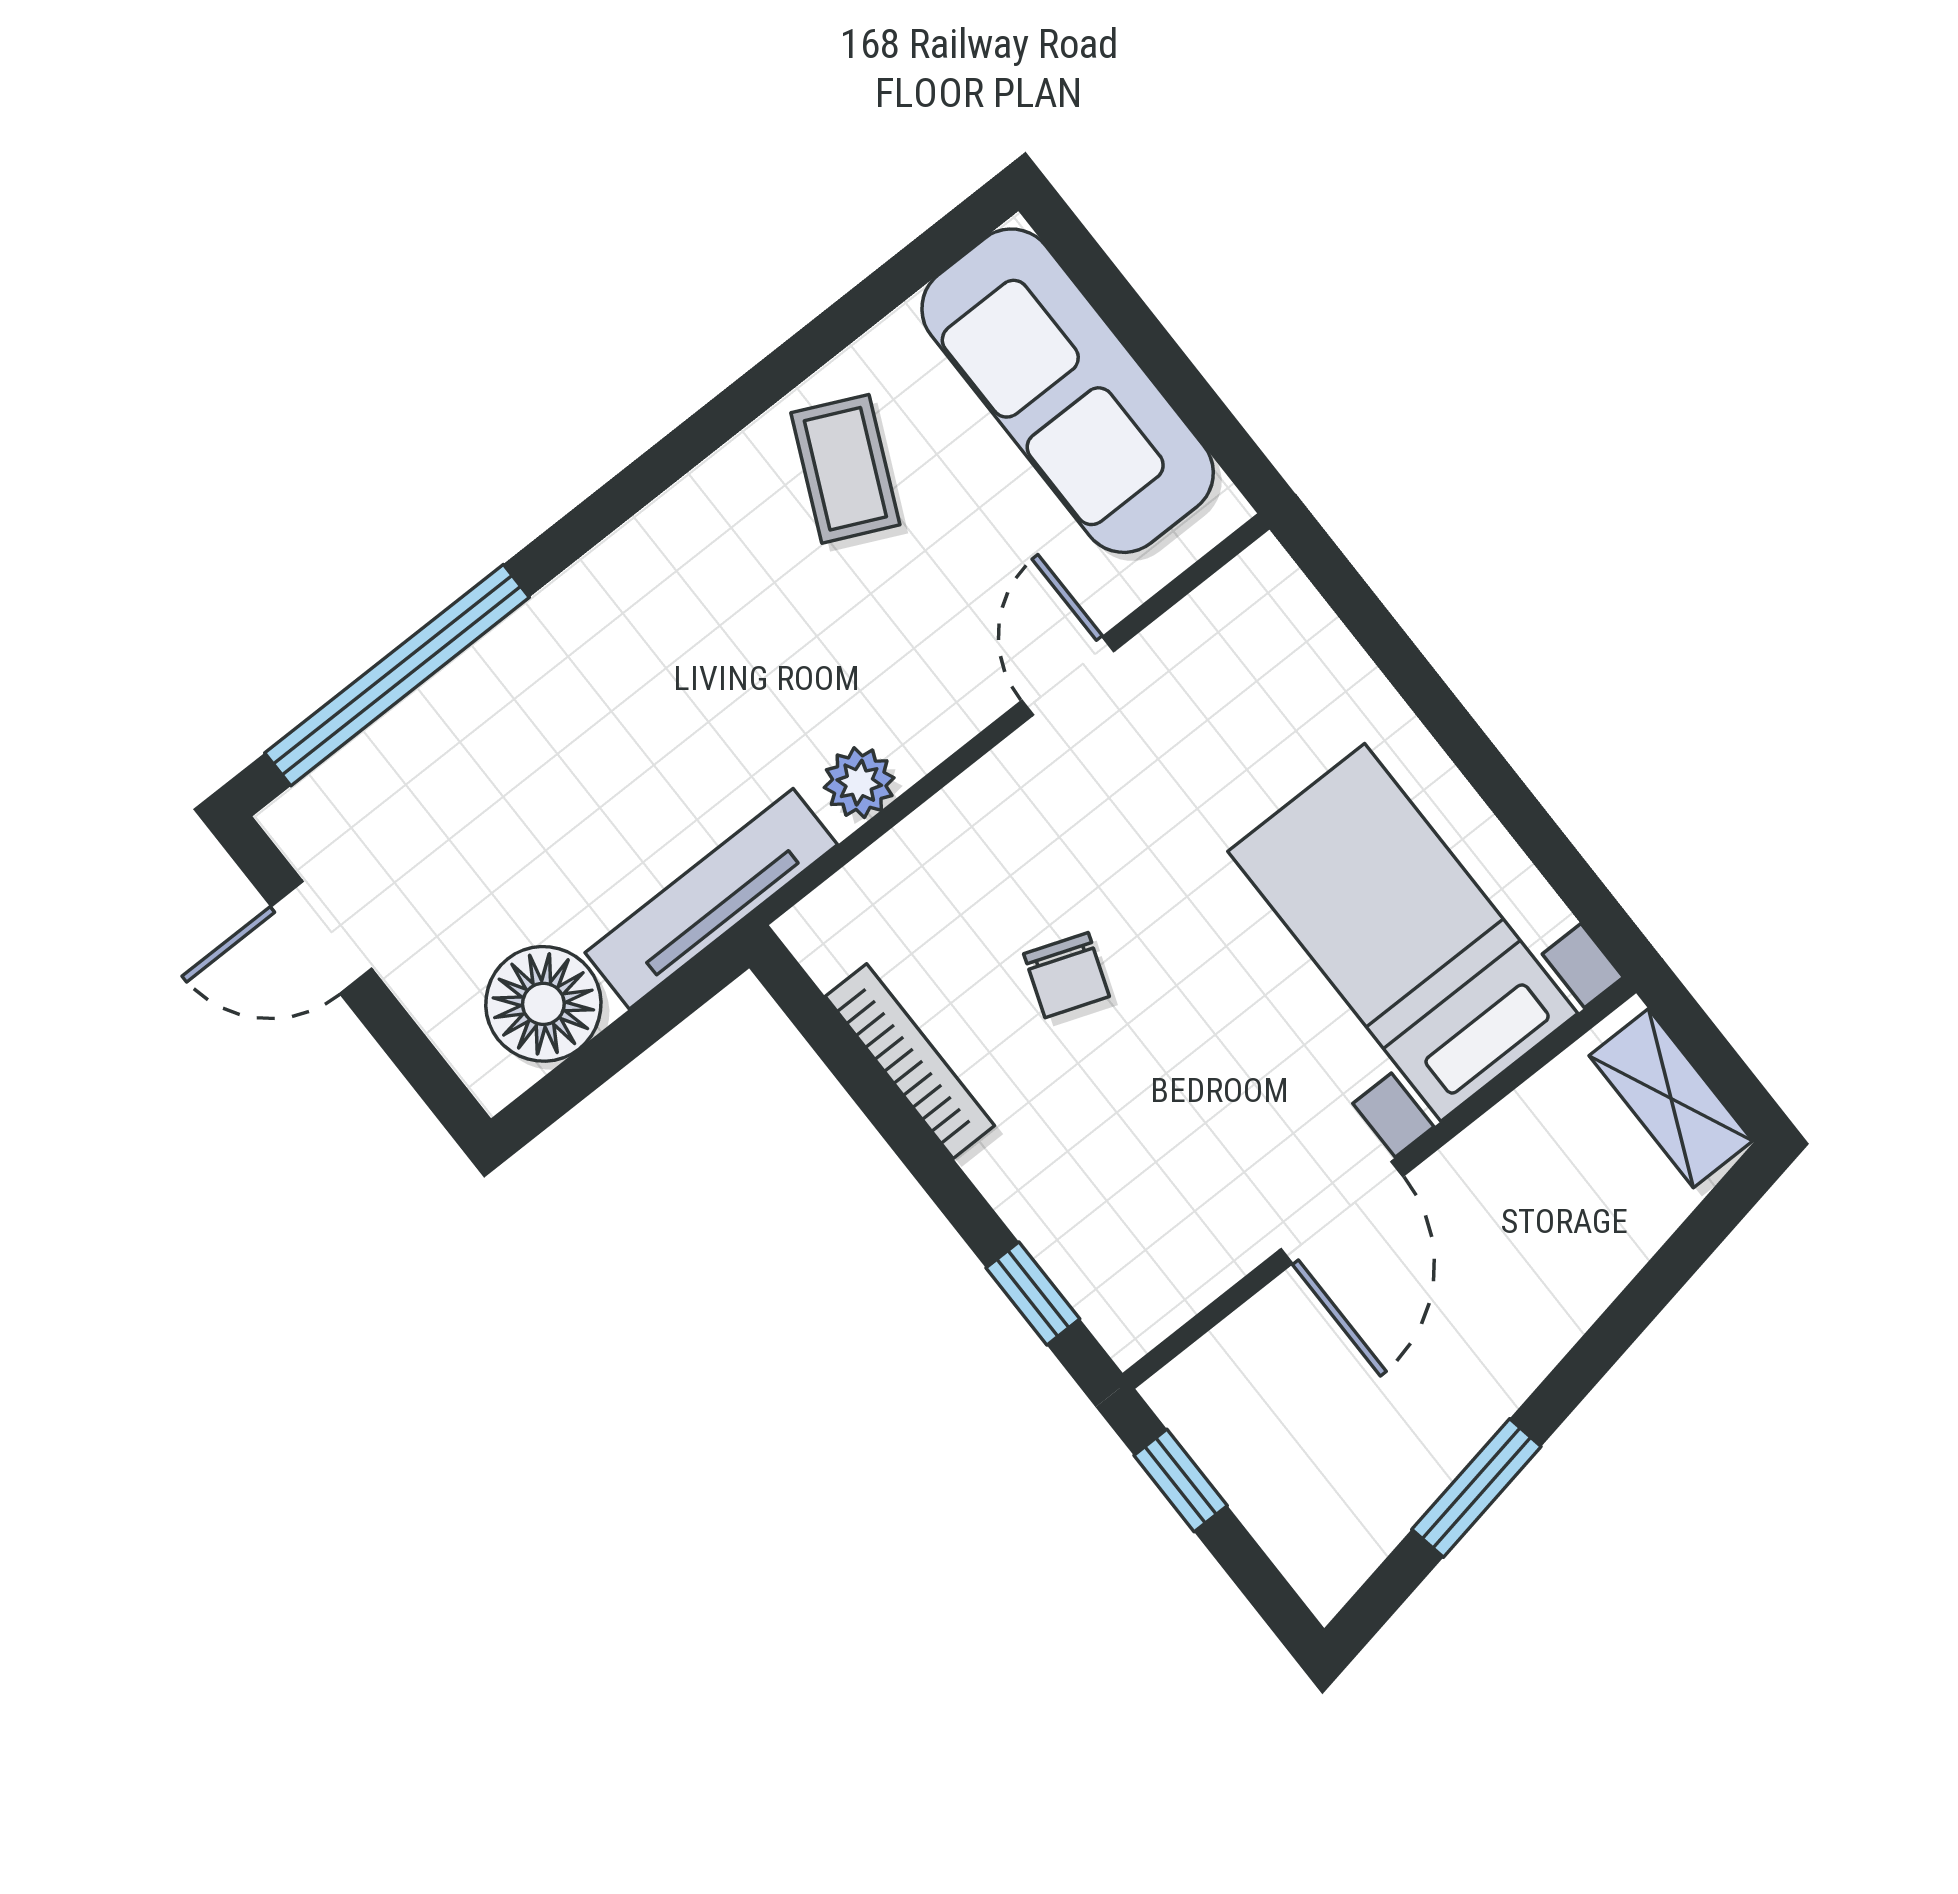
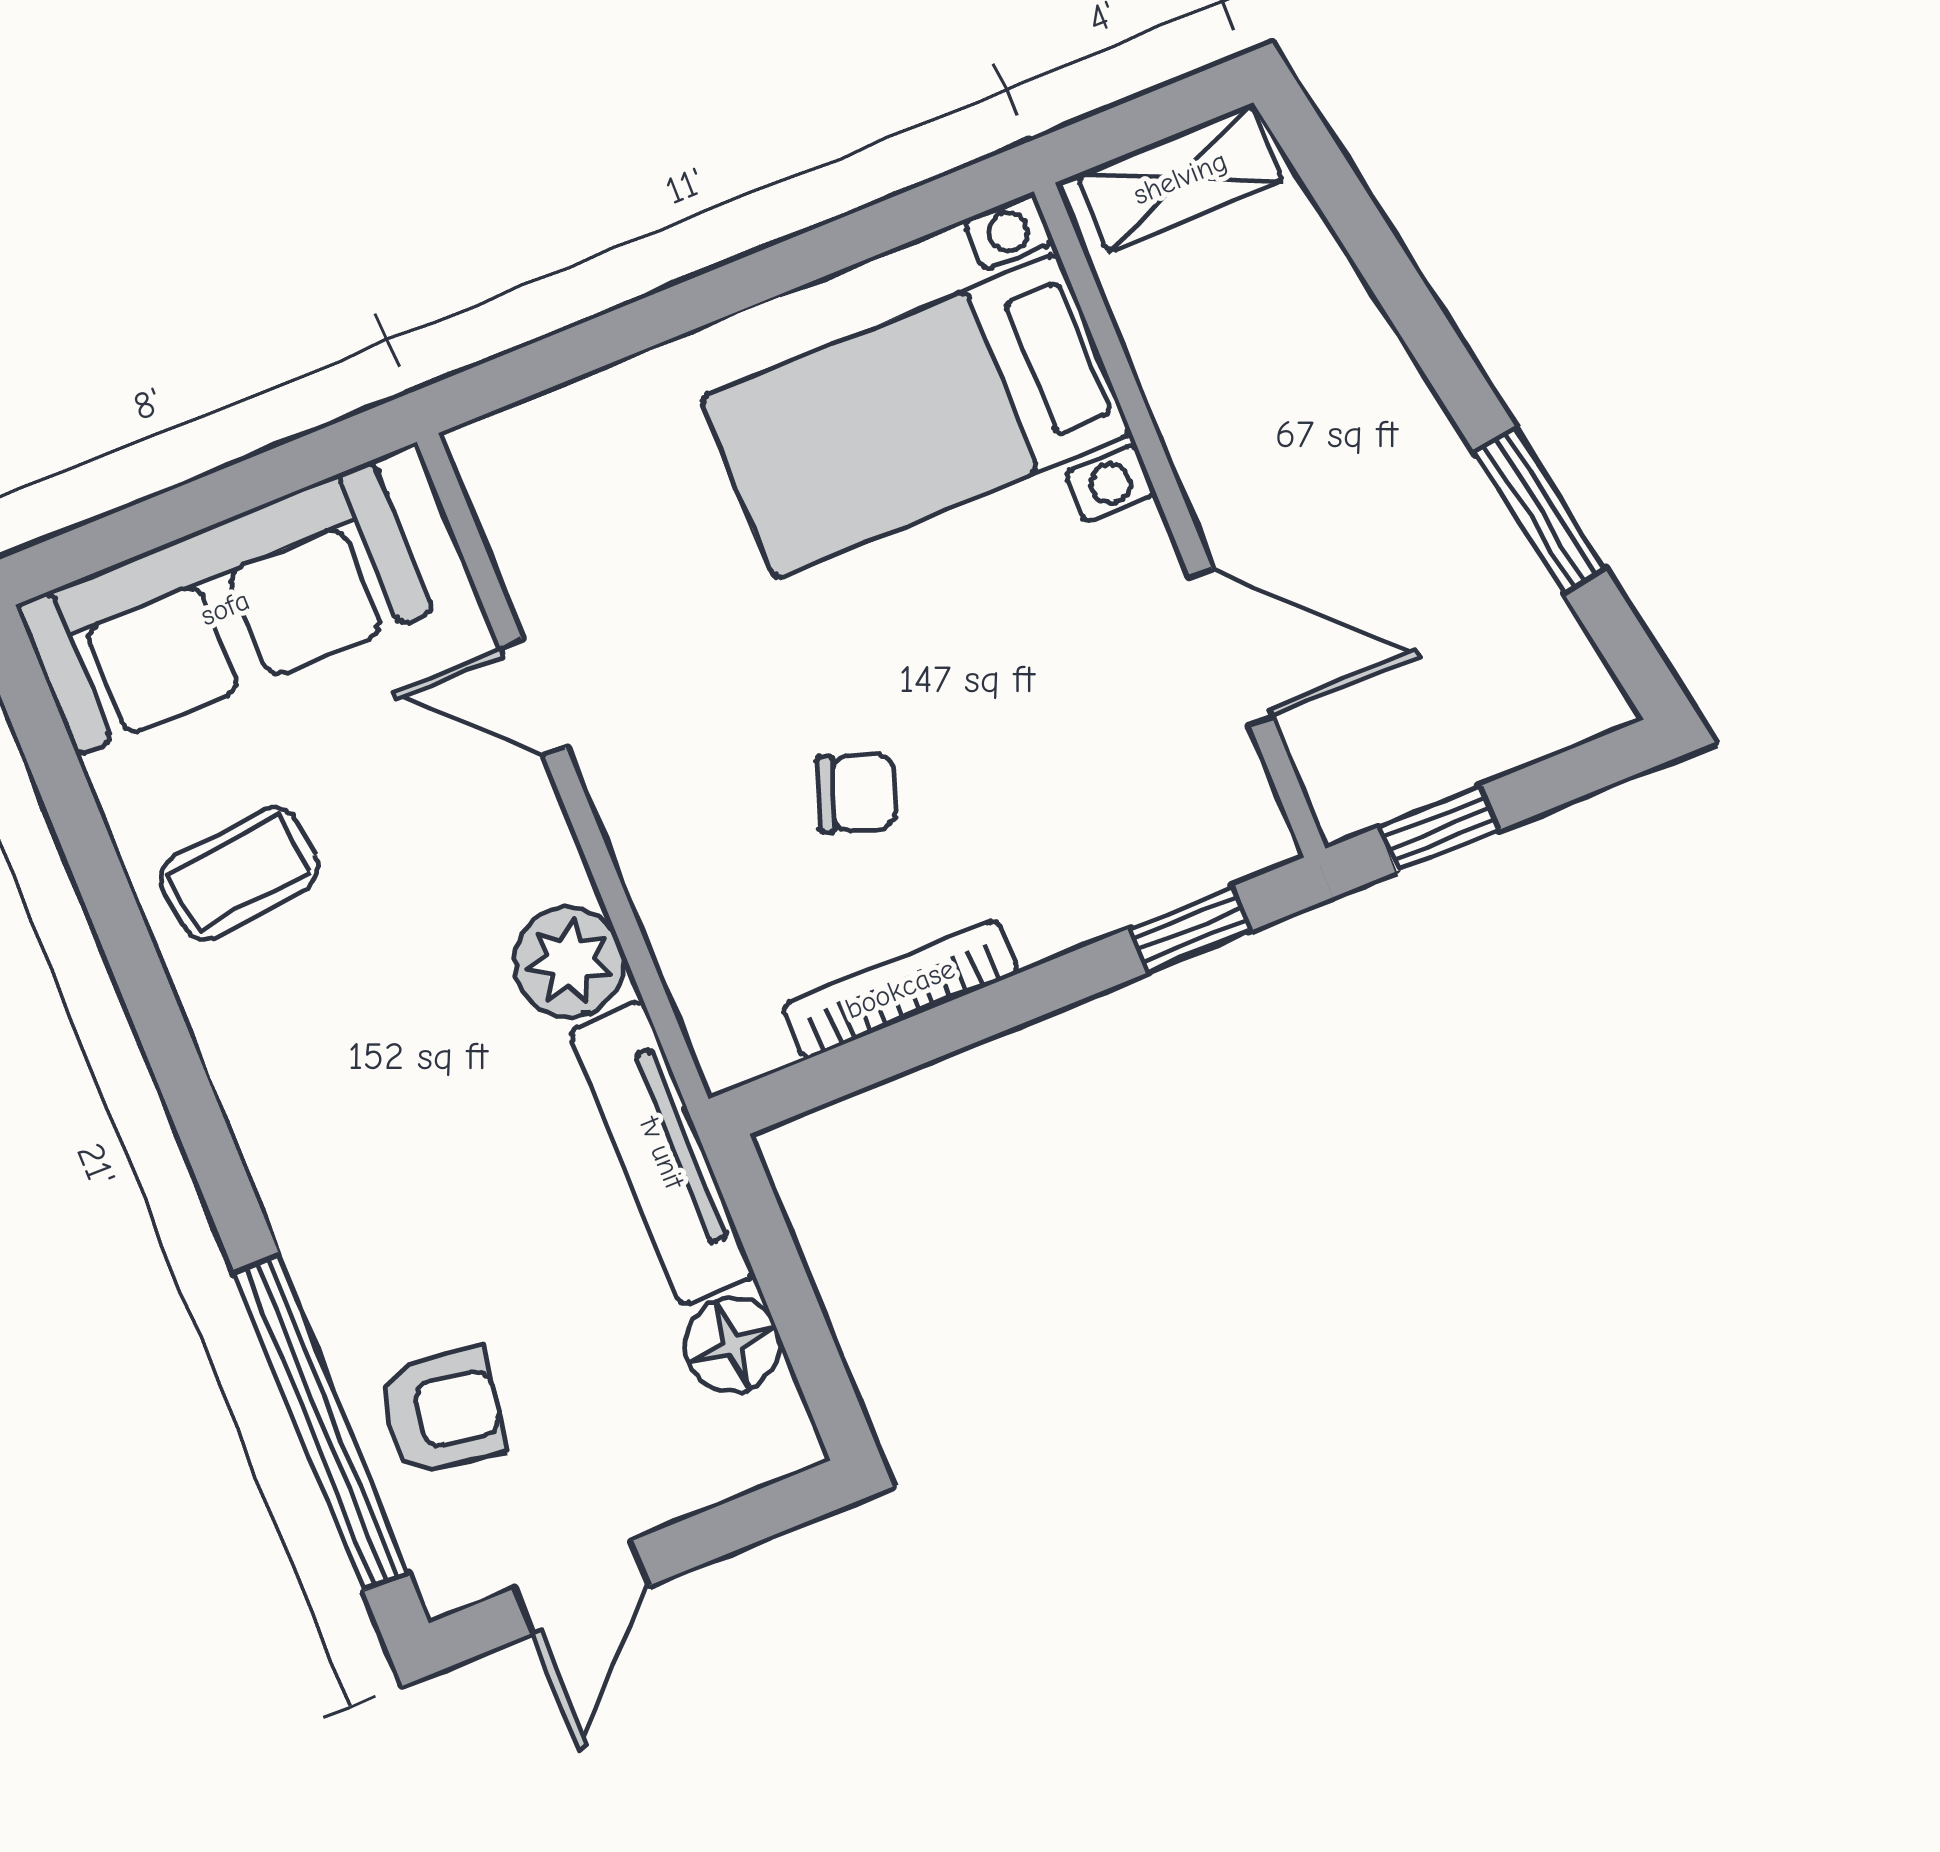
coffee table: (845, 469) -> (239, 873), turned -31
armchair: (437, 775) -> (442, 1411), added
plant: (859, 783) -> (569, 962), width x1.38, depth x1.38
floor lamp: (543, 1004) -> (733, 1345), width x0.73, depth x0.73
door: (1342, 1213) -> (1231, 647), moved

